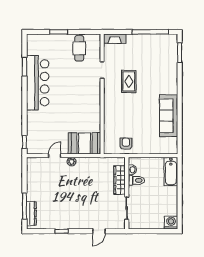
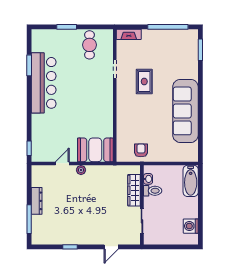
sofa: (169, 116) -> (185, 111), width x1.36, depth x1.27
dresser: (31, 213) -> (37, 201), moved
washing machine: (171, 223) -> (191, 226), moved, turned -90

